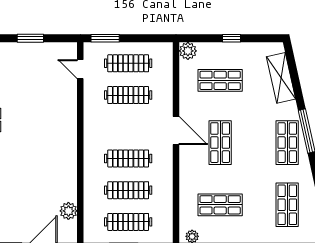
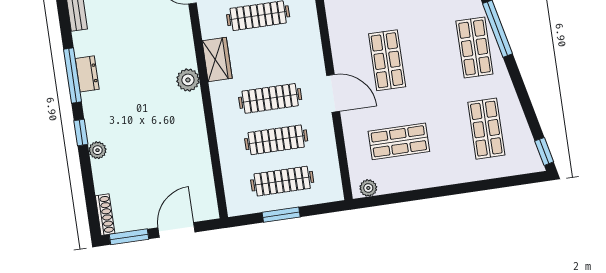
wardrobe: (93, 123) -> (217, 60), added
door: (176, 131) -> (333, 93), moved
plant: (68, 211) -> (188, 80), moved

